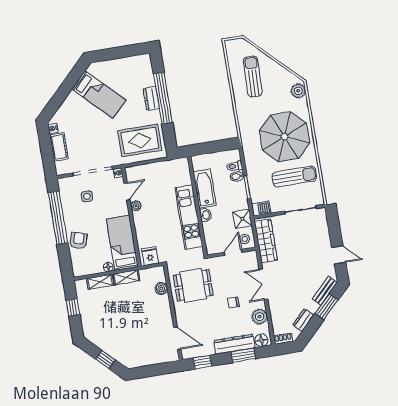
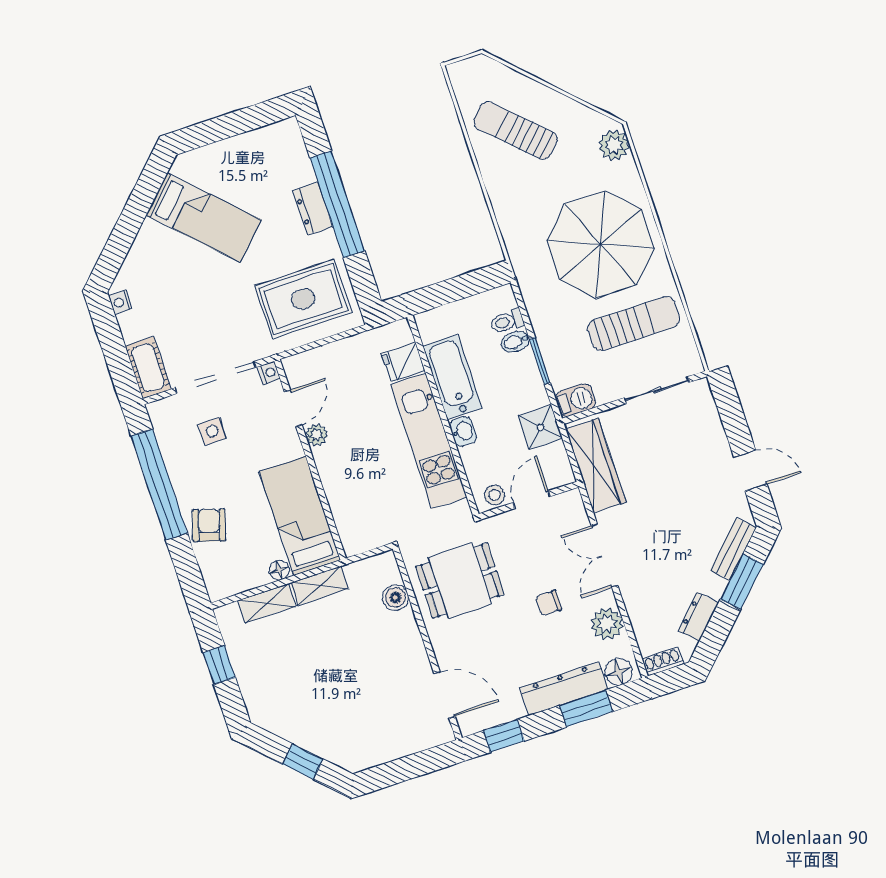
sun lounger: (253, 77) -> (515, 131), turned -48
cot: (59, 147) -> (148, 368), moved
stool: (245, 239) -> (495, 495), moved
fridge: (150, 256) -> (403, 362), moved, turned -90

